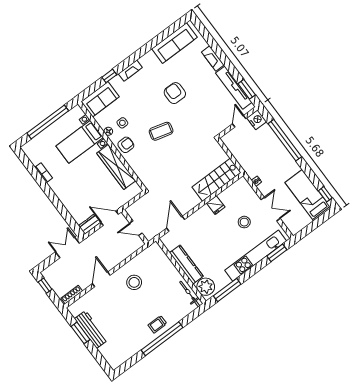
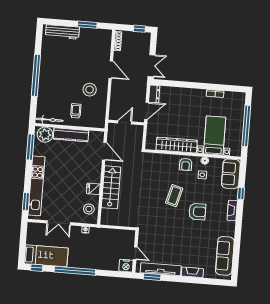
armchair: (175, 93) -> (197, 212), moved
window: (285, 140) -> (75, 271), moved
stairs: (216, 180) -> (111, 187), moved
stool: (244, 222) -> (89, 209), moved
trolley: (157, 324) -> (76, 111), moved
workbench: (91, 329) -> (62, 32), moved

